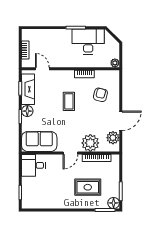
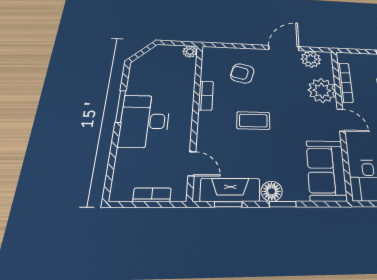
desk: (88, 42) -> (145, 121), moved
door: (42, 69) -> (192, 164), swing flipped
door: (121, 121) -> (284, 48), hinge flipped

